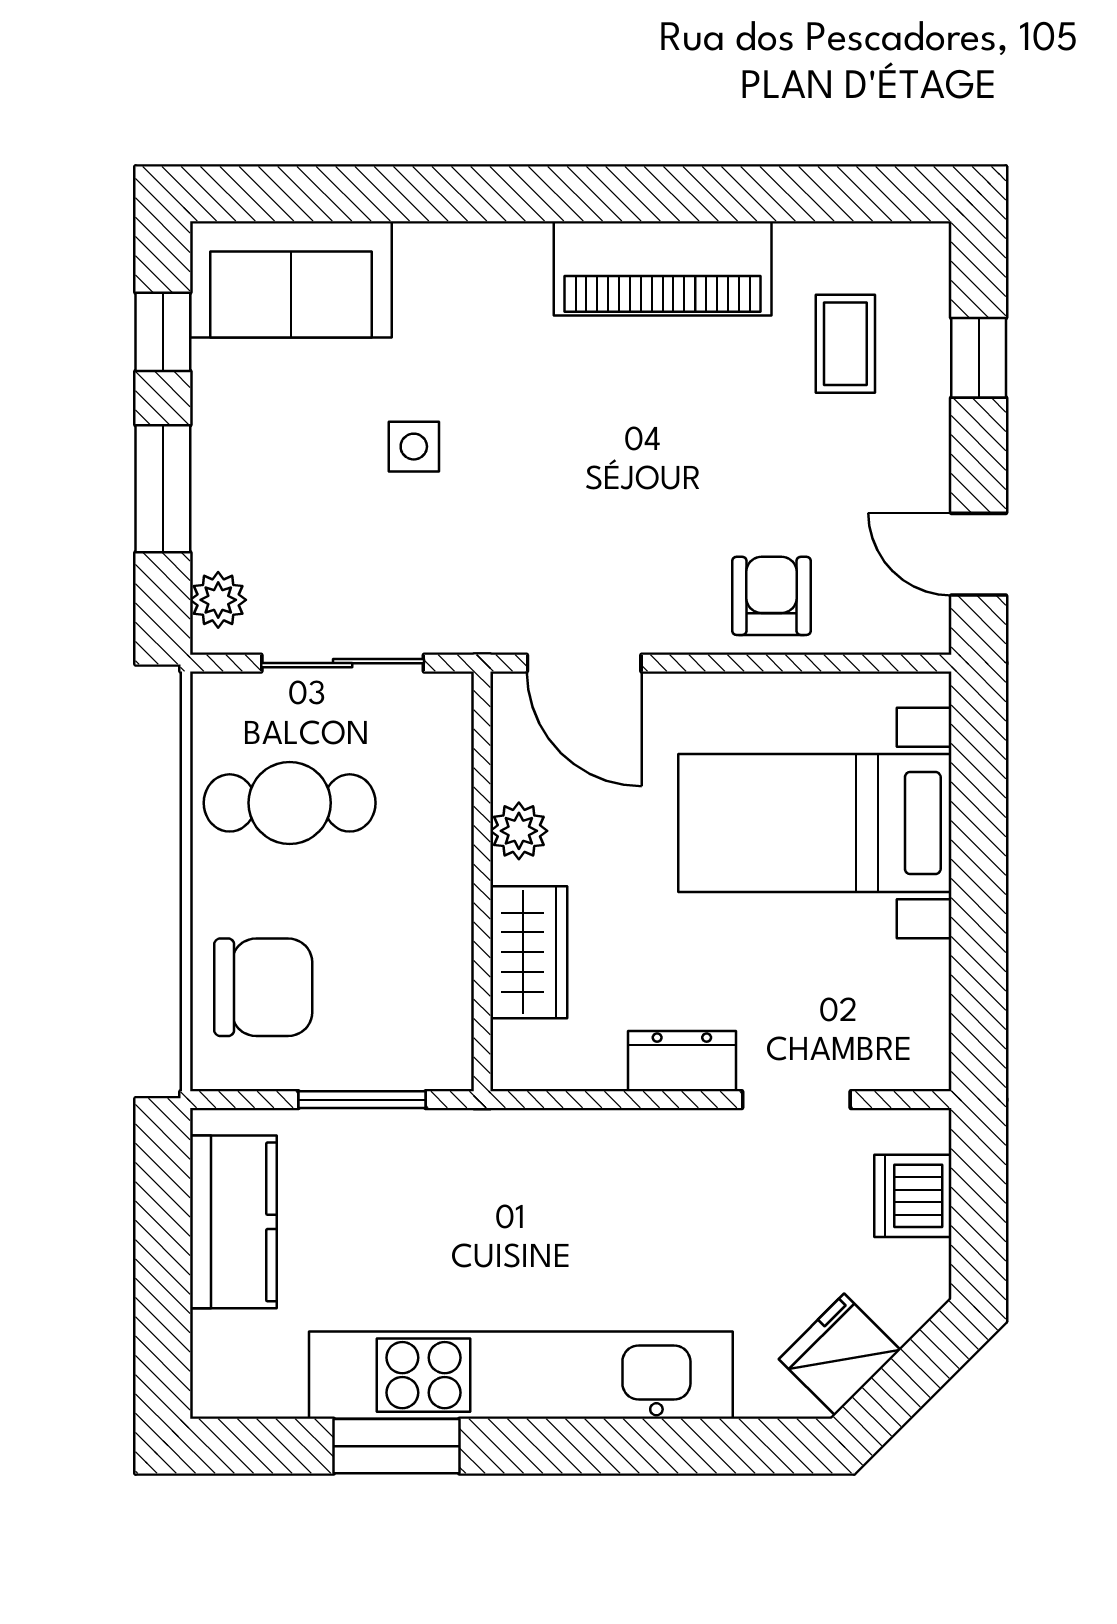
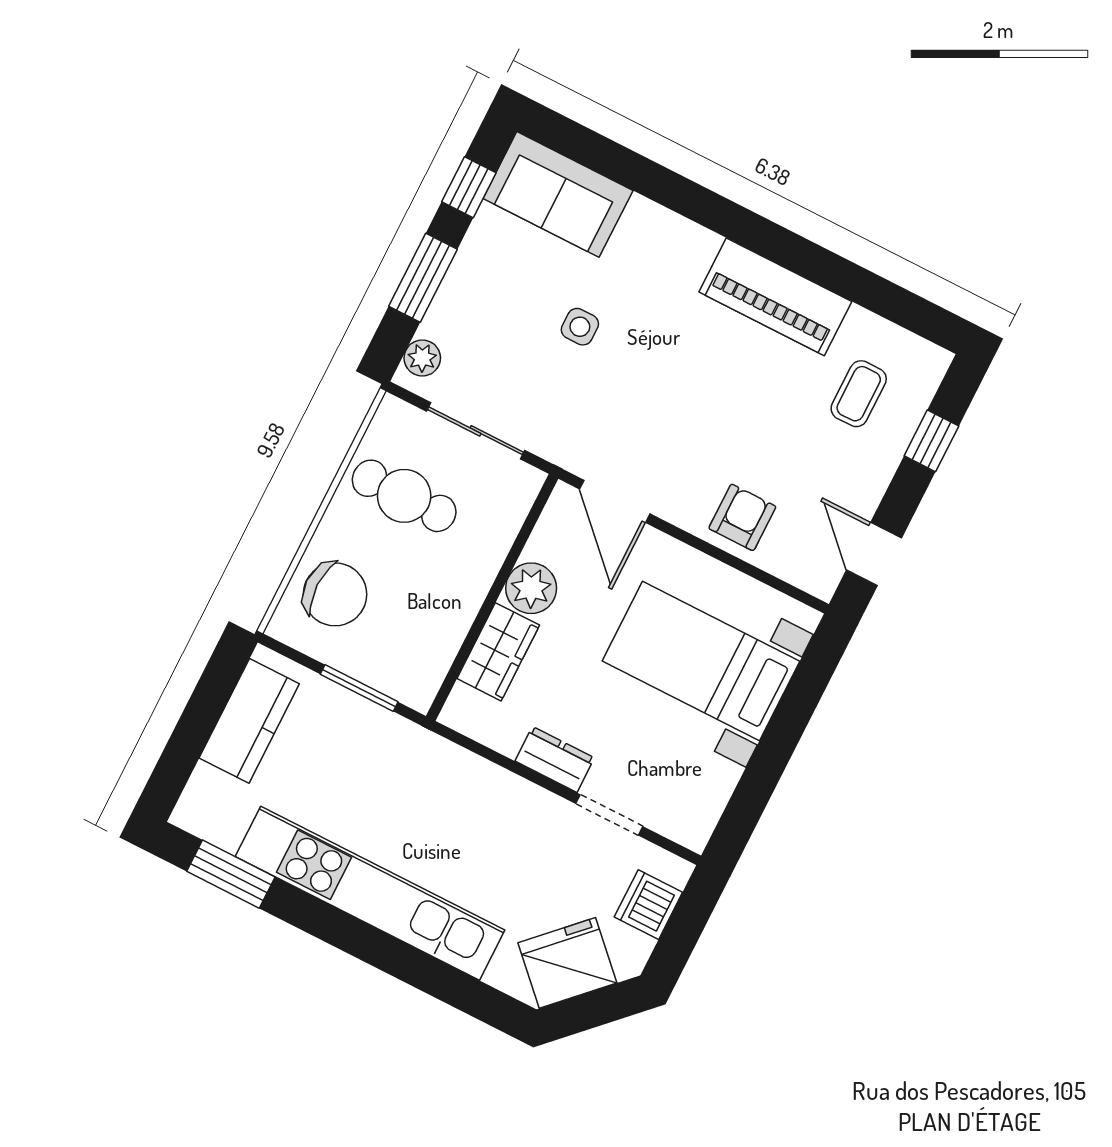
plant: (519, 831) -> (531, 588), width x1.38, depth x1.38
fridge: (840, 1354) -> (567, 963), width x1.36, depth x1.34
window: (396, 1446) -> (231, 874), moved

